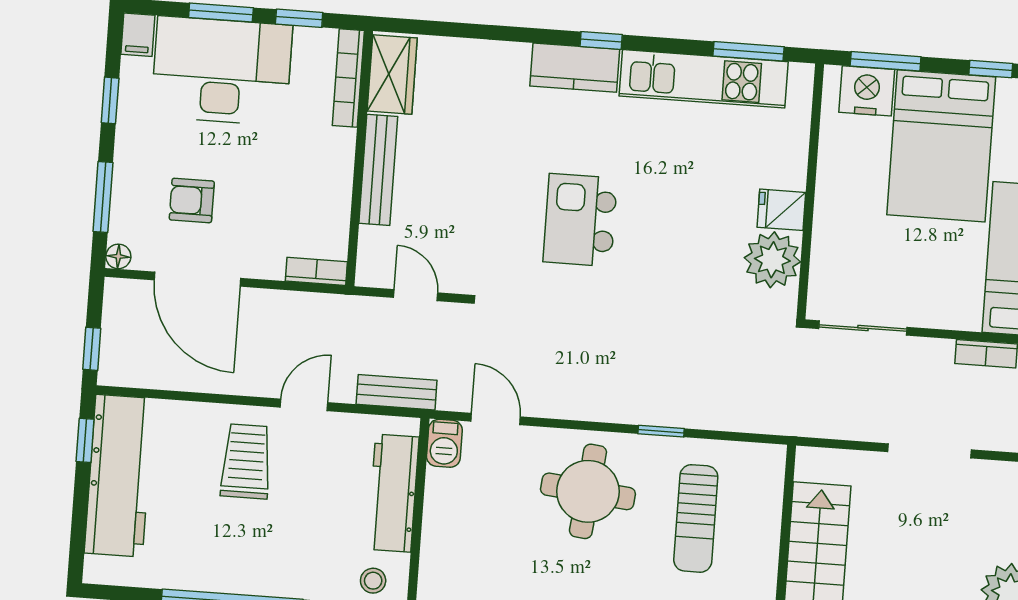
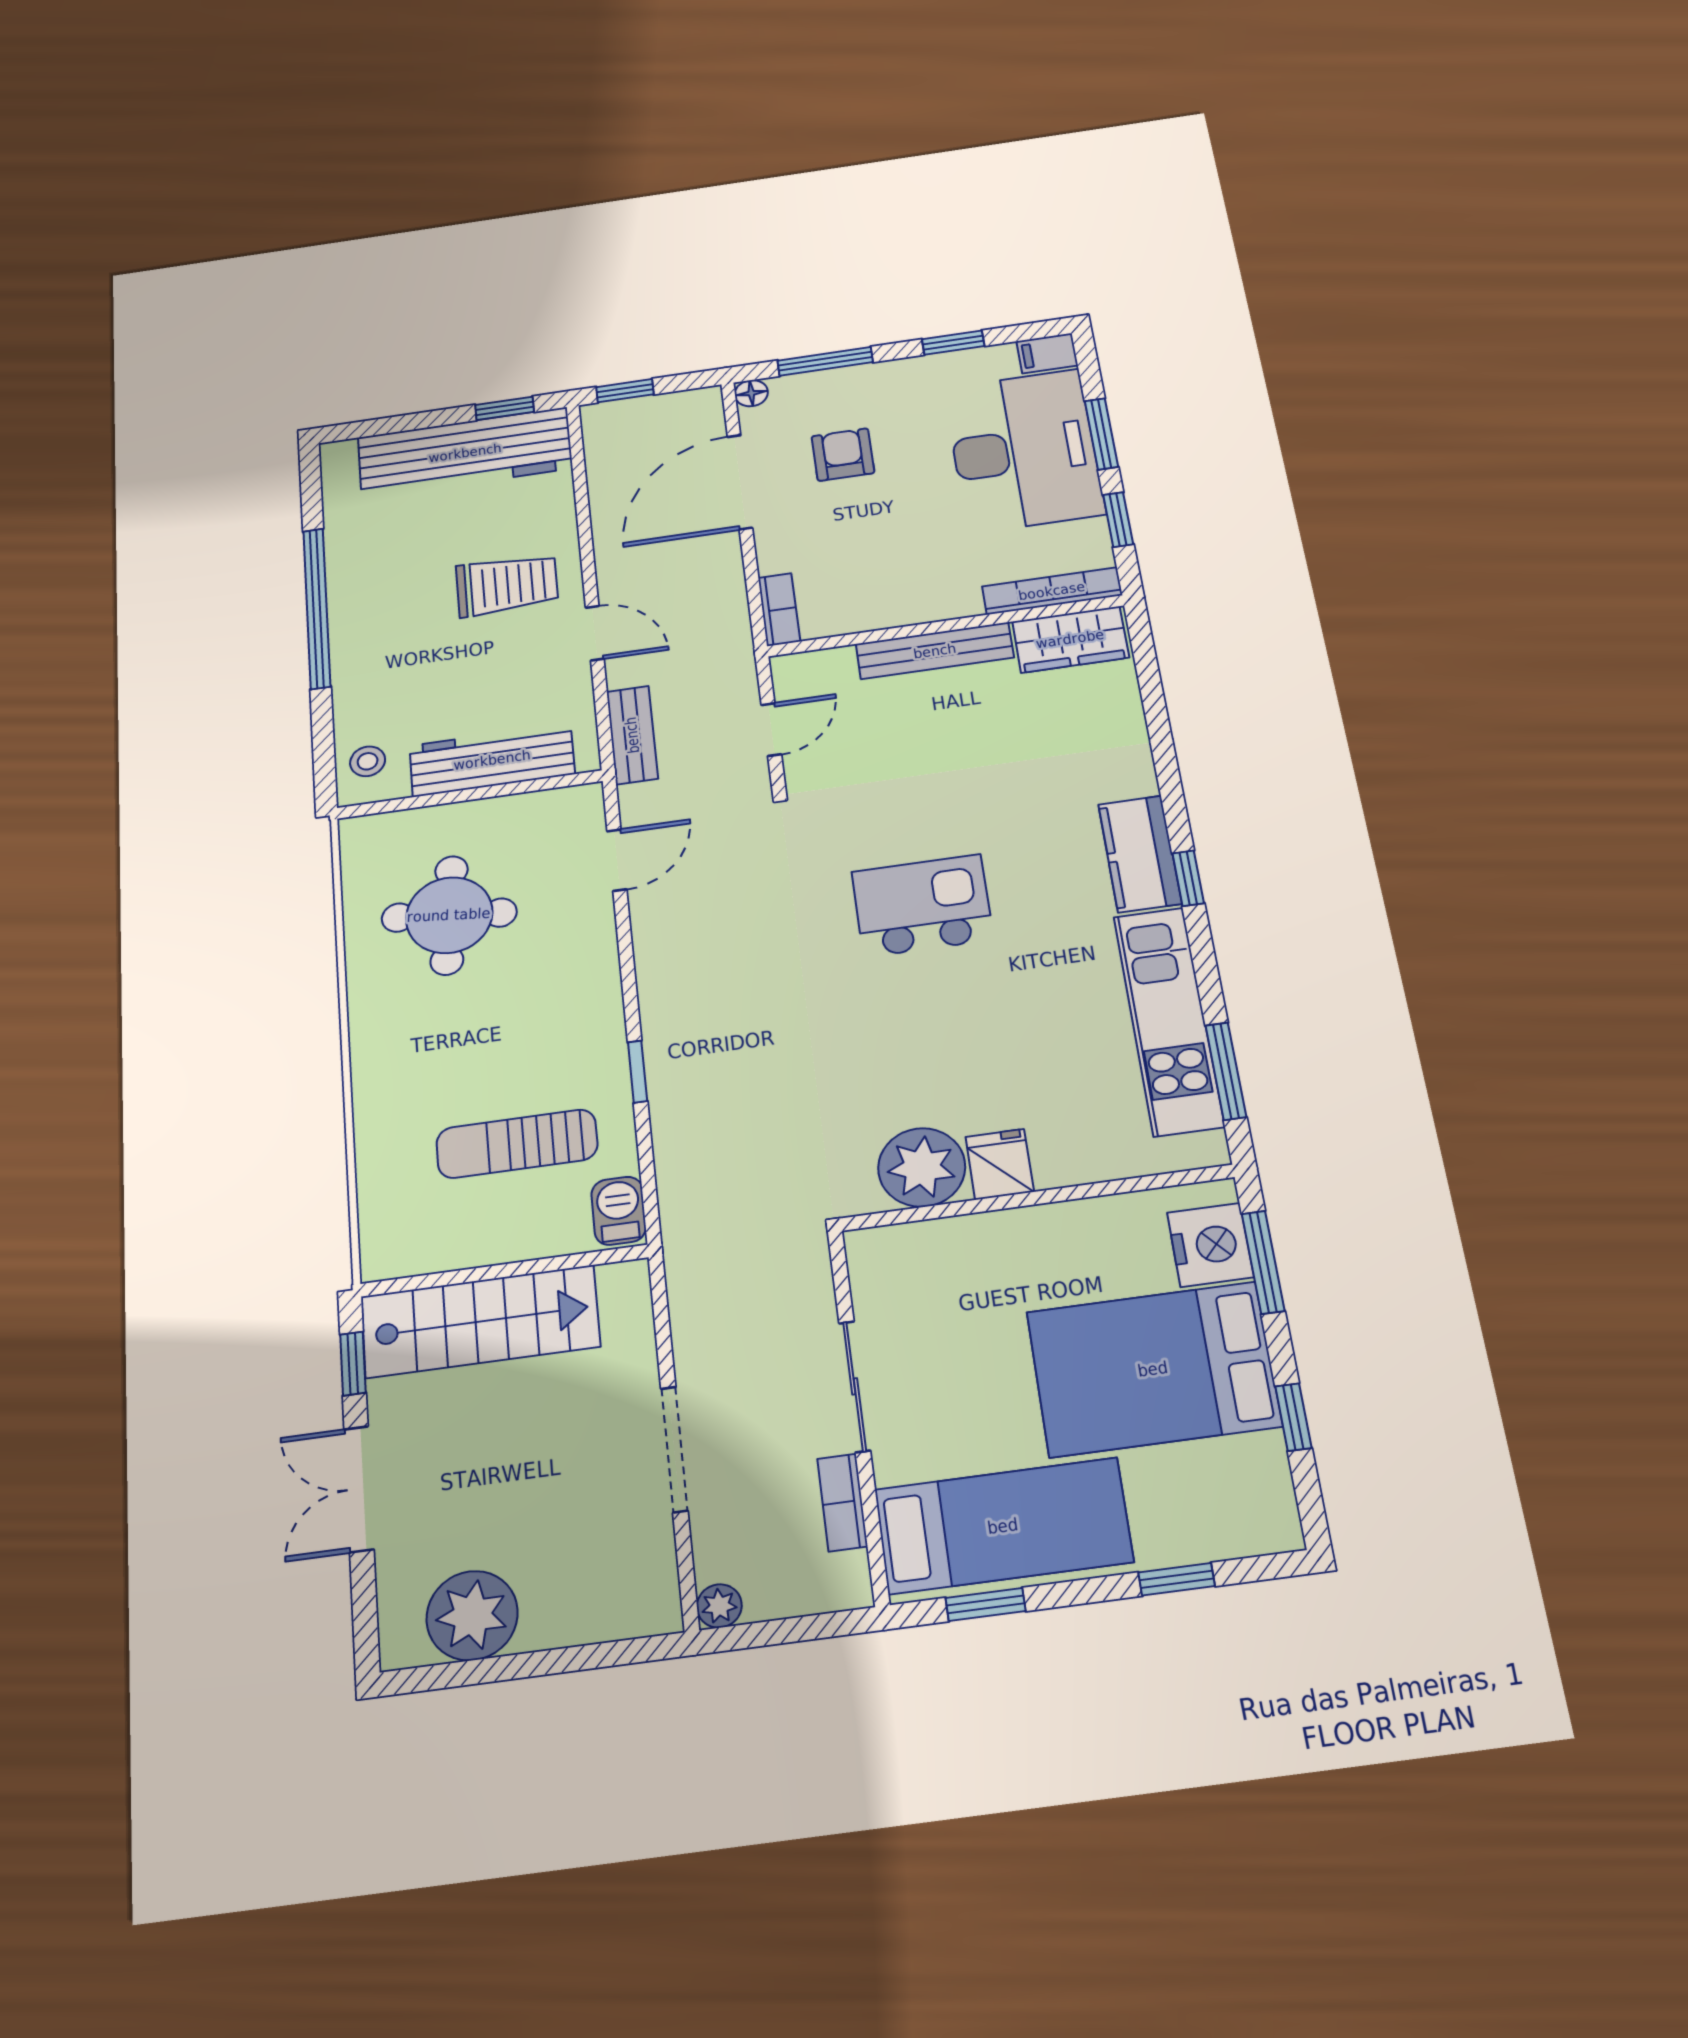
sliding door: (863, 328) -> (855, 1386), moved
barbecue: (444, 443) -> (619, 1211), moved, turned 90
round table: (588, 491) -> (449, 915), moved

